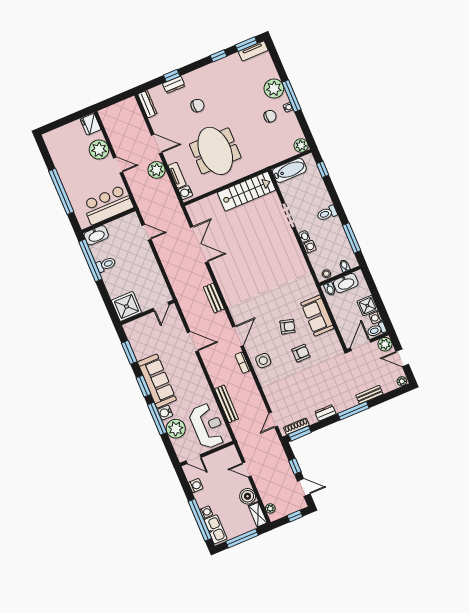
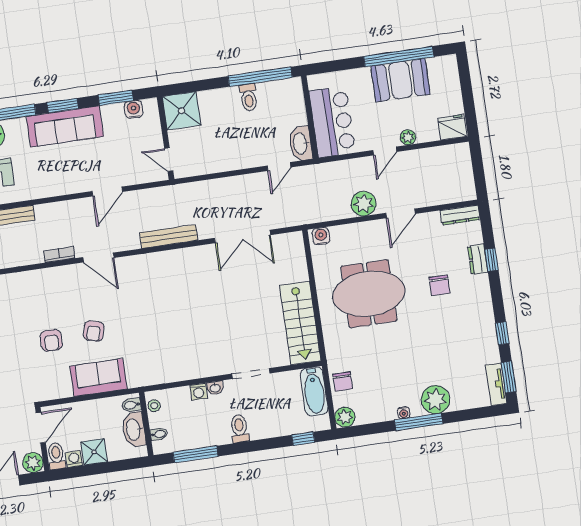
chair: (270, 116) -> (343, 382), moved
plant: (99, 150) -> (408, 137), width x0.53, depth x0.53
booth: (68, 167) -> (400, 80), added
tv unit: (177, 175) -> (349, 231), removed
window: (61, 191) -> (399, 56), moved
washbasin: (96, 235) -> (301, 144), moved
bench: (214, 298) -> (169, 237), width x1.36
door: (361, 345) -> (41, 428), hinge flipped
side table: (263, 361) -> (55, 284), removed
water cooler: (165, 413) -> (134, 109), moved

